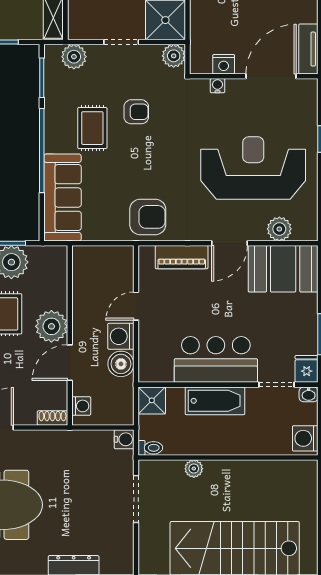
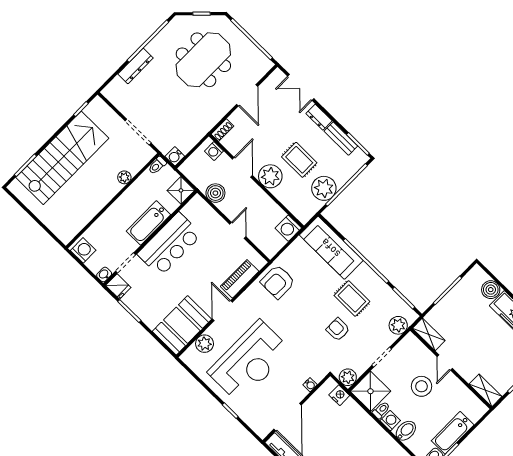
nightstand: (224, 64) -> (339, 395), moved, turned 90
armchair: (136, 112) -> (338, 329), turned 90
washing machine: (121, 336) -> (288, 228), moved, turned 180

